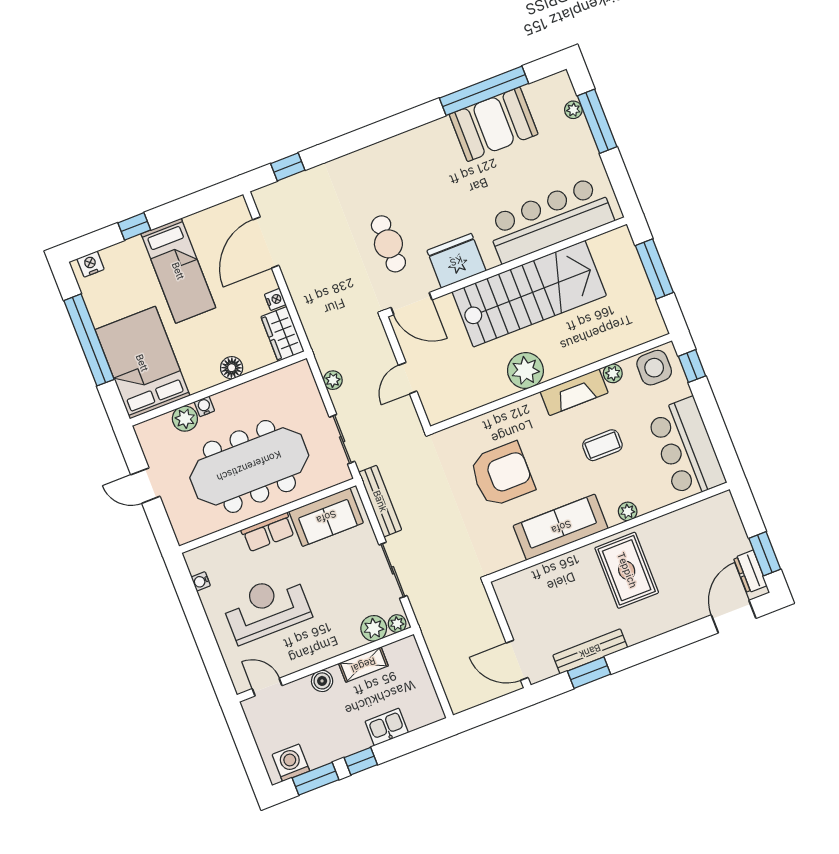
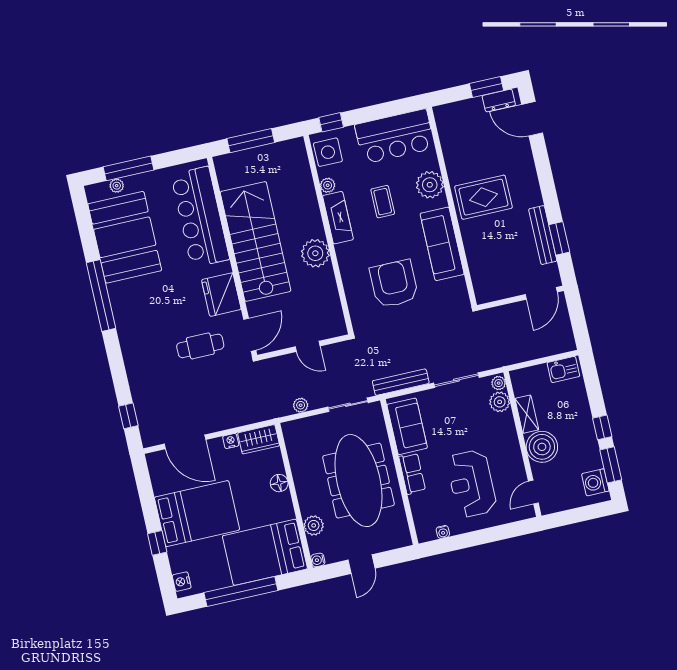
window: (484, 91) -> (101, 295), moved
booth: (494, 124) -> (125, 237), width x1.36, depth x1.42
bed: (178, 271) -> (197, 514), width x1.50
water cooler: (204, 406) -> (318, 560), moved
plant: (628, 511) -> (430, 185), width x1.88, depth x1.88
boiler: (322, 681) -> (542, 447), width x1.86, depth x1.86
kitchen sink: (387, 727) -> (563, 369), moved, turned -90

